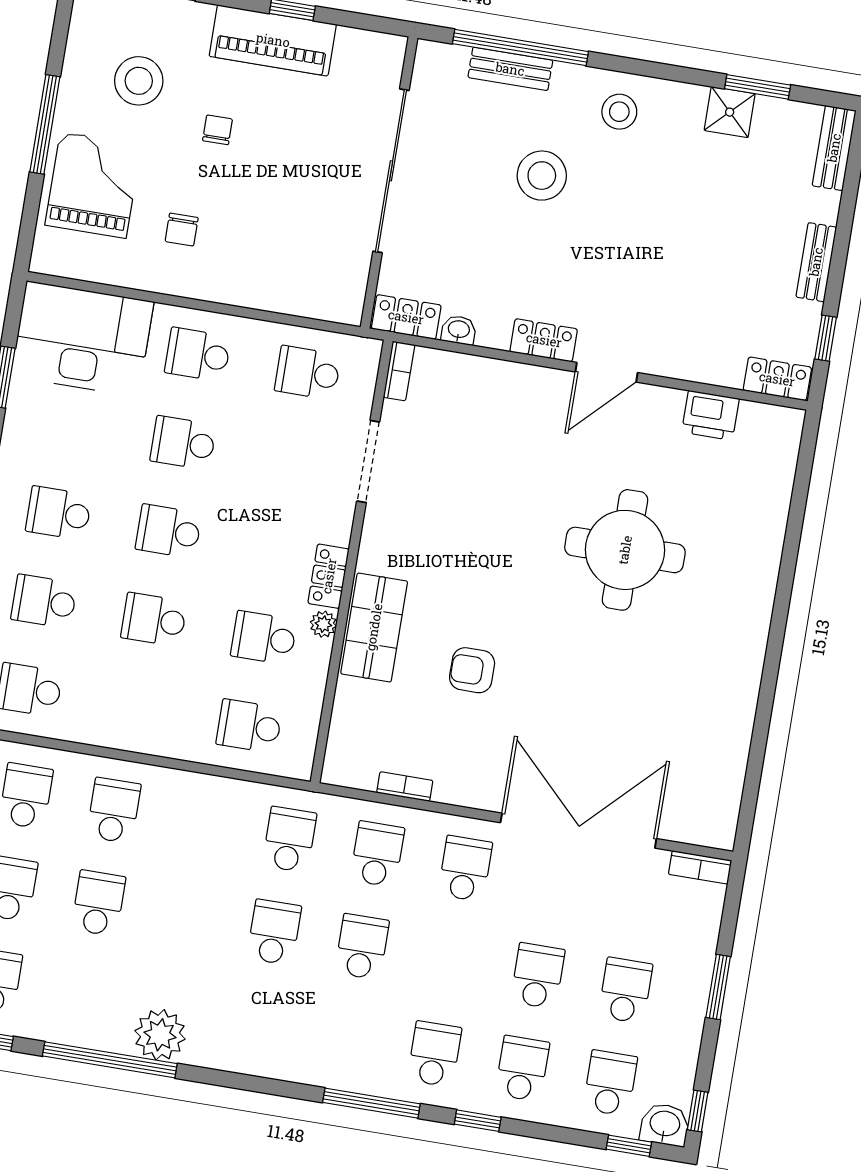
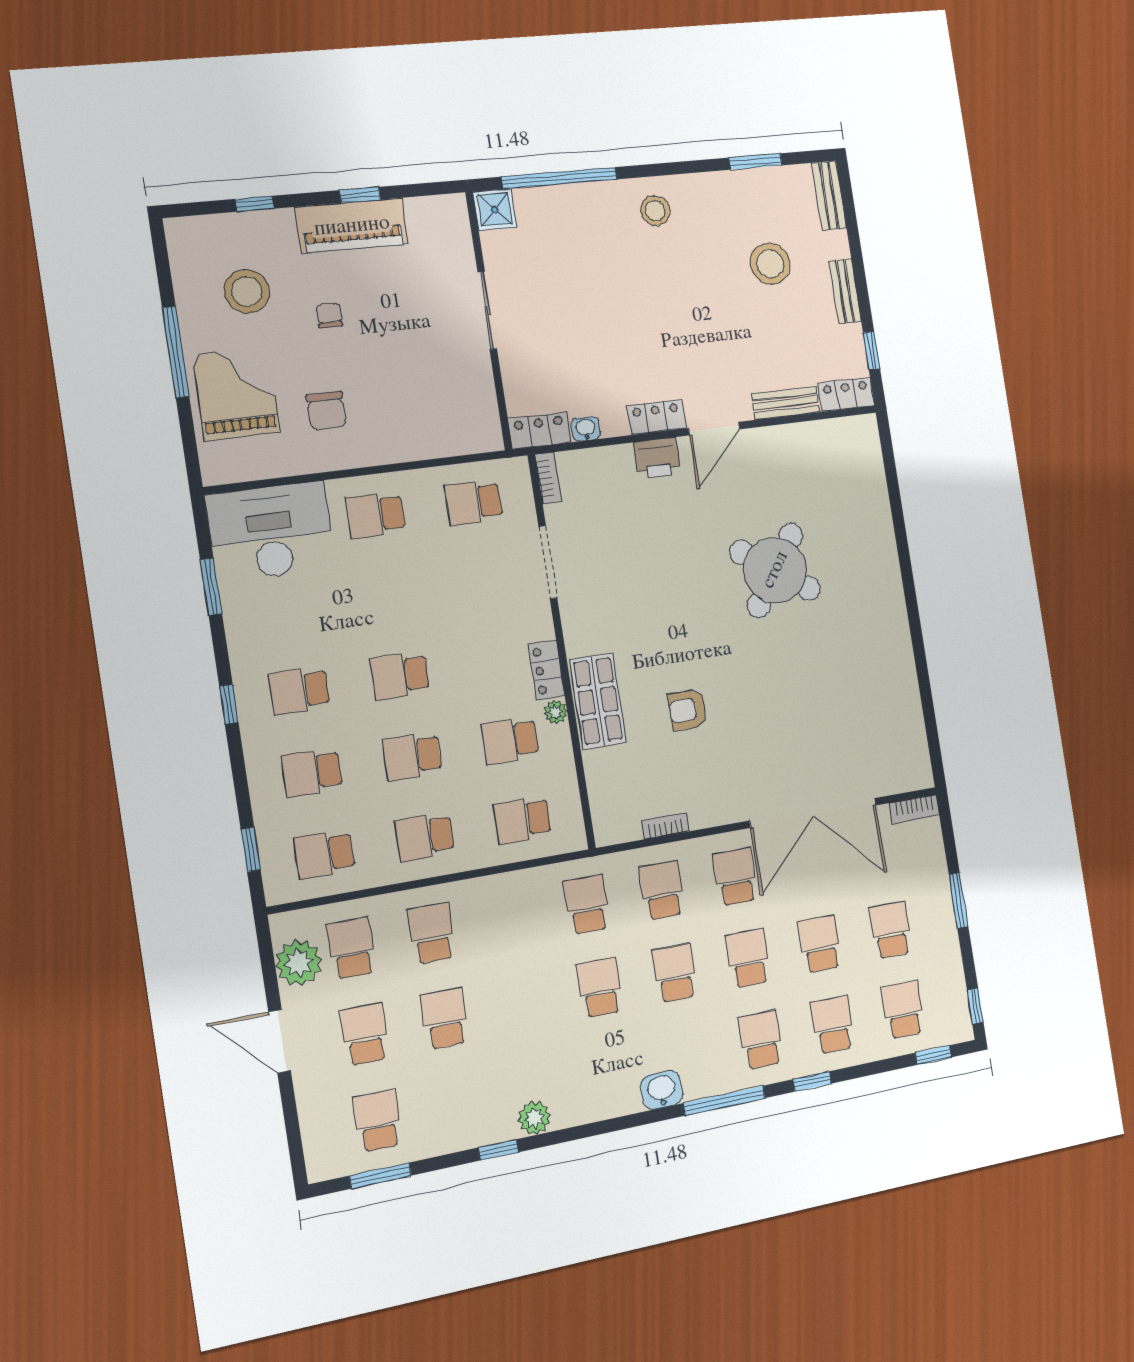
bench: (510, 69) -> (786, 403), moved
shower: (730, 112) -> (495, 209), moved
sliding door: (391, 171) -> (487, 310), width x0.54
stool: (542, 176) -> (770, 264), moved
chair: (182, 229) -> (326, 411), width x1.37, depth x1.37
printer: (710, 415) -> (657, 458), moved
school desk: (183, 443) -> (425, 837), moved
round table: (625, 550) -> (775, 570), turned 35
double door: (578, 831) -> (813, 813), swing flipped
school desk: (450, 961) -> (748, 958), added
plant: (160, 1035) -> (534, 1118), width x0.73, depth x0.73
window: (110, 1060) -> (498, 1150), width x0.32
washbasin: (665, 1125) -> (662, 1090), moved

